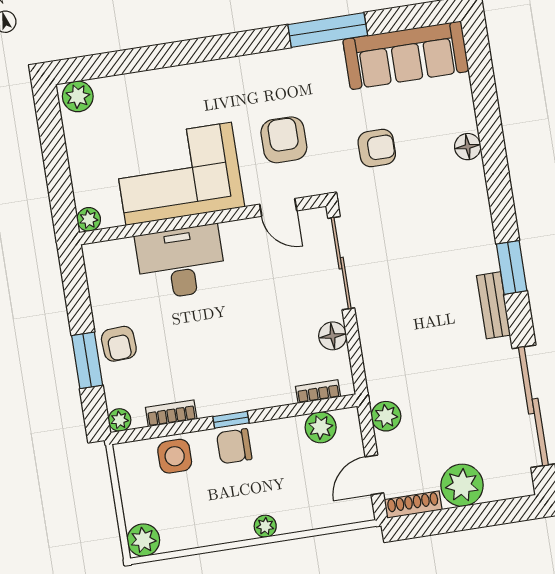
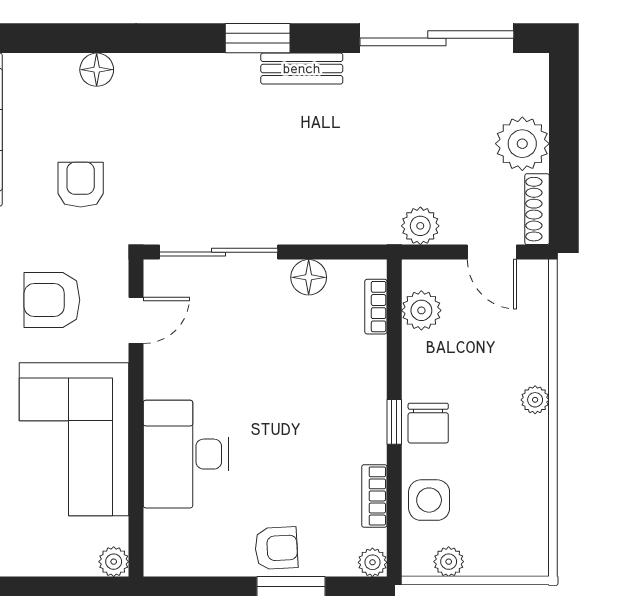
plant: (143, 540) -> (449, 562), moved, width x0.73, depth x0.73

